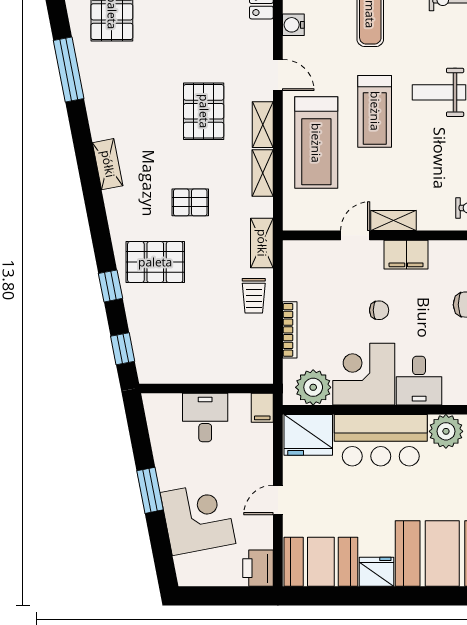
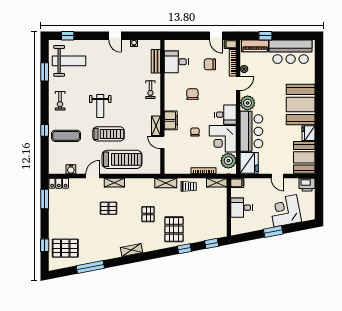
pallet: (204, 111) -> (108, 208), width x0.67, depth x0.71
shelving: (263, 173) -> (217, 183), moved

